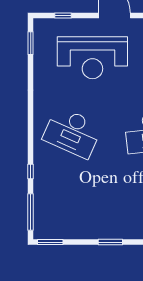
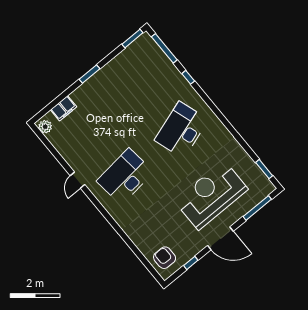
window: (63, 16) -> (257, 208), width x2.17
desk: (72, 132) -> (181, 130), turned -42

